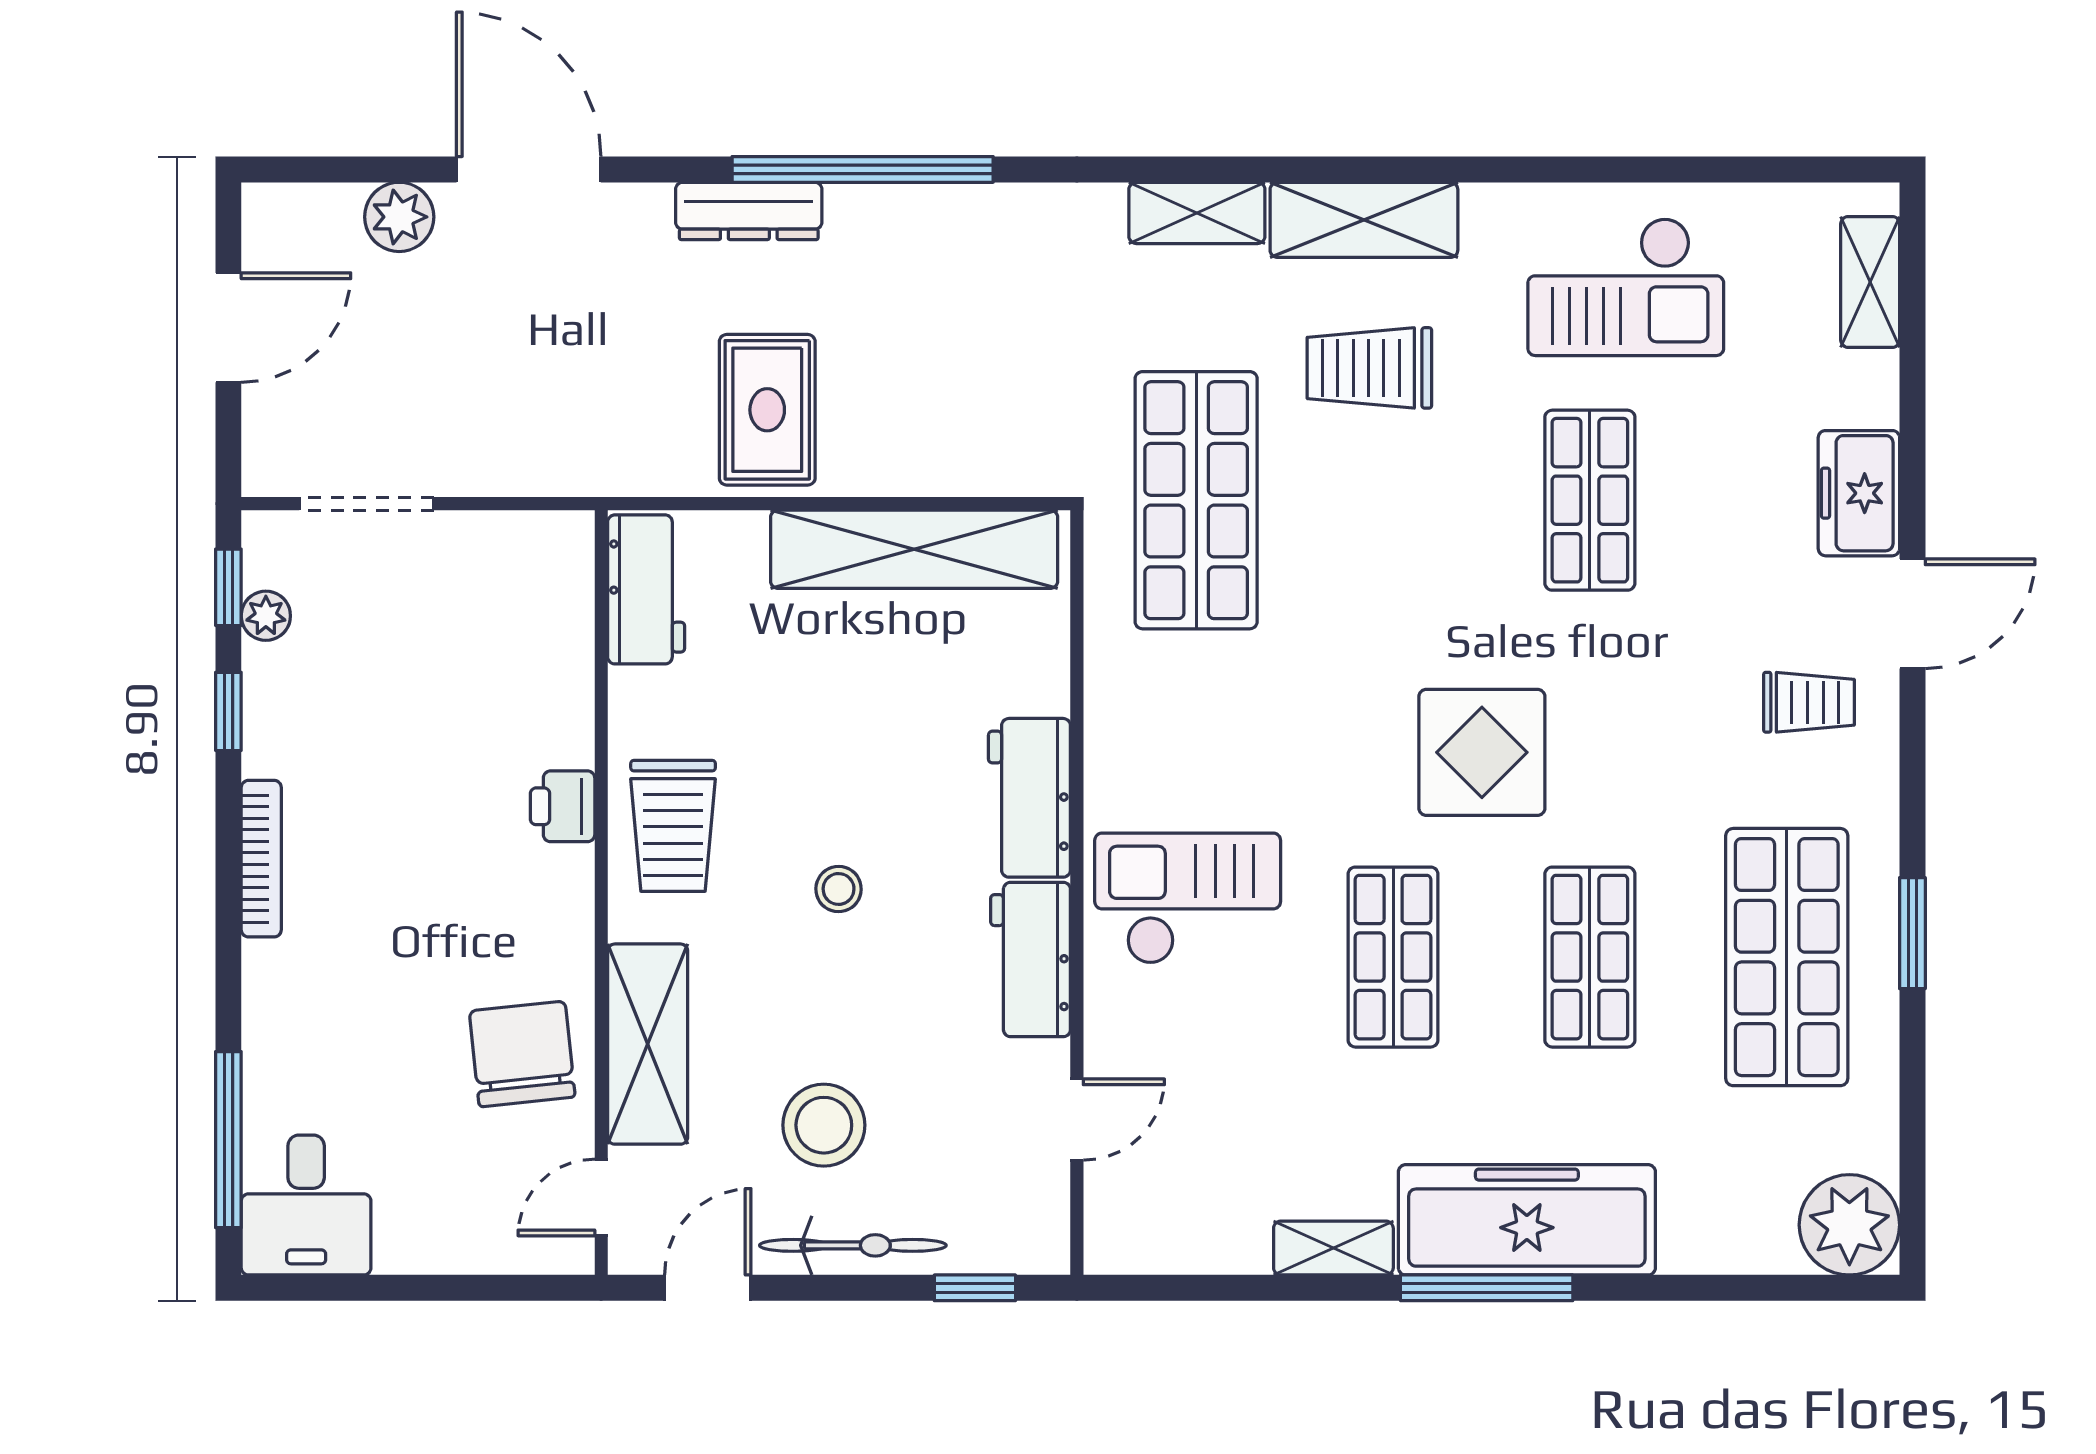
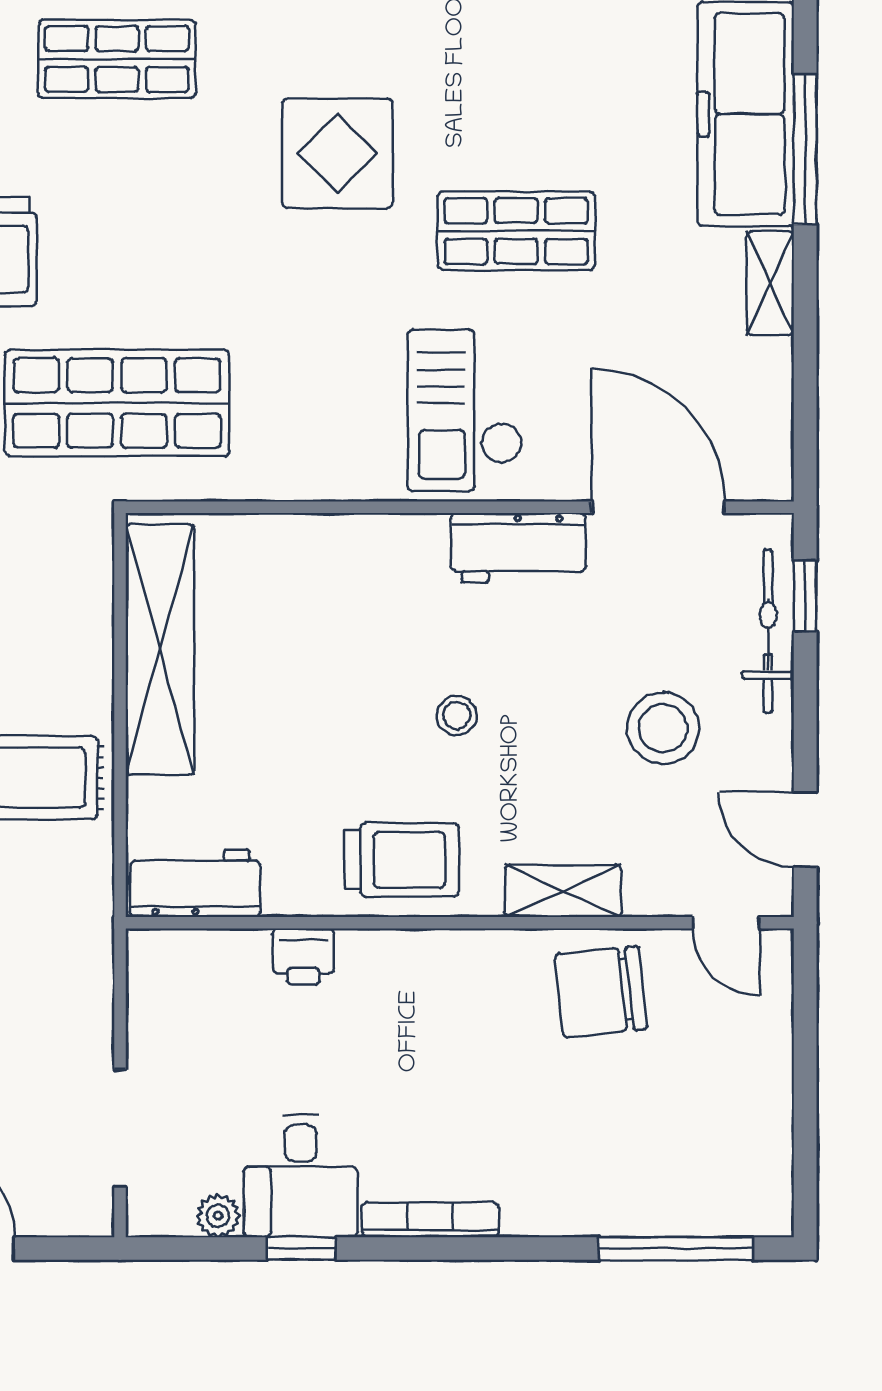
window: (228, 587) -> (193, 1248), removed
workbench: (1029, 798) -> (377, 549), removed
printer: (563, 806) -> (303, 957), moved
shop shelf: (1590, 957) -> (516, 59), removed
shelving: (648, 1044) -> (563, 891), width x0.67, depth x0.75
door: (1077, 1120) -> (658, 507), width x1.88
desk: (306, 1205) -> (301, 1176), moved, turned 90
bicycle: (853, 1245) -> (768, 631), moved

